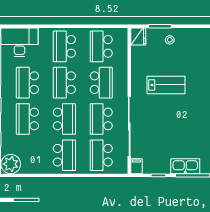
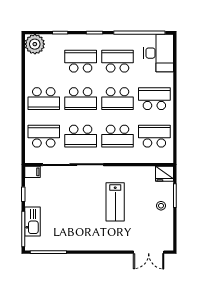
school desk: (64, 83) -> (118, 99), turned 180
school desk: (101, 119) -> (81, 136), turned 180

